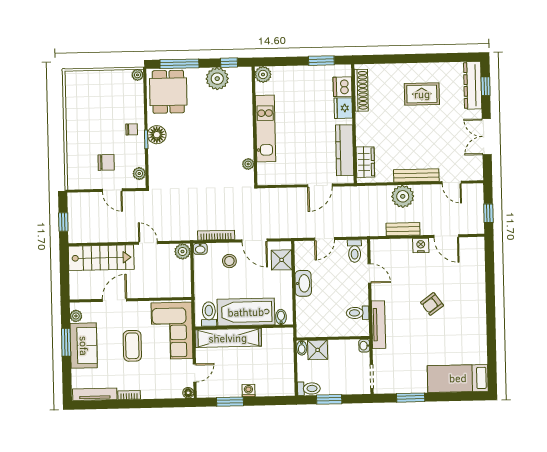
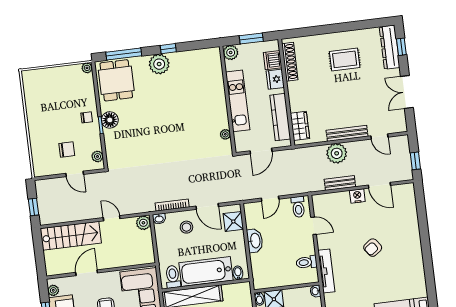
plant: (263, 74) -> (231, 52), moved
wall: (254, 126) -> (228, 100), moved
kitchen unit: (265, 128) -> (238, 101), moved
plant: (248, 164) -> (225, 134), moved

